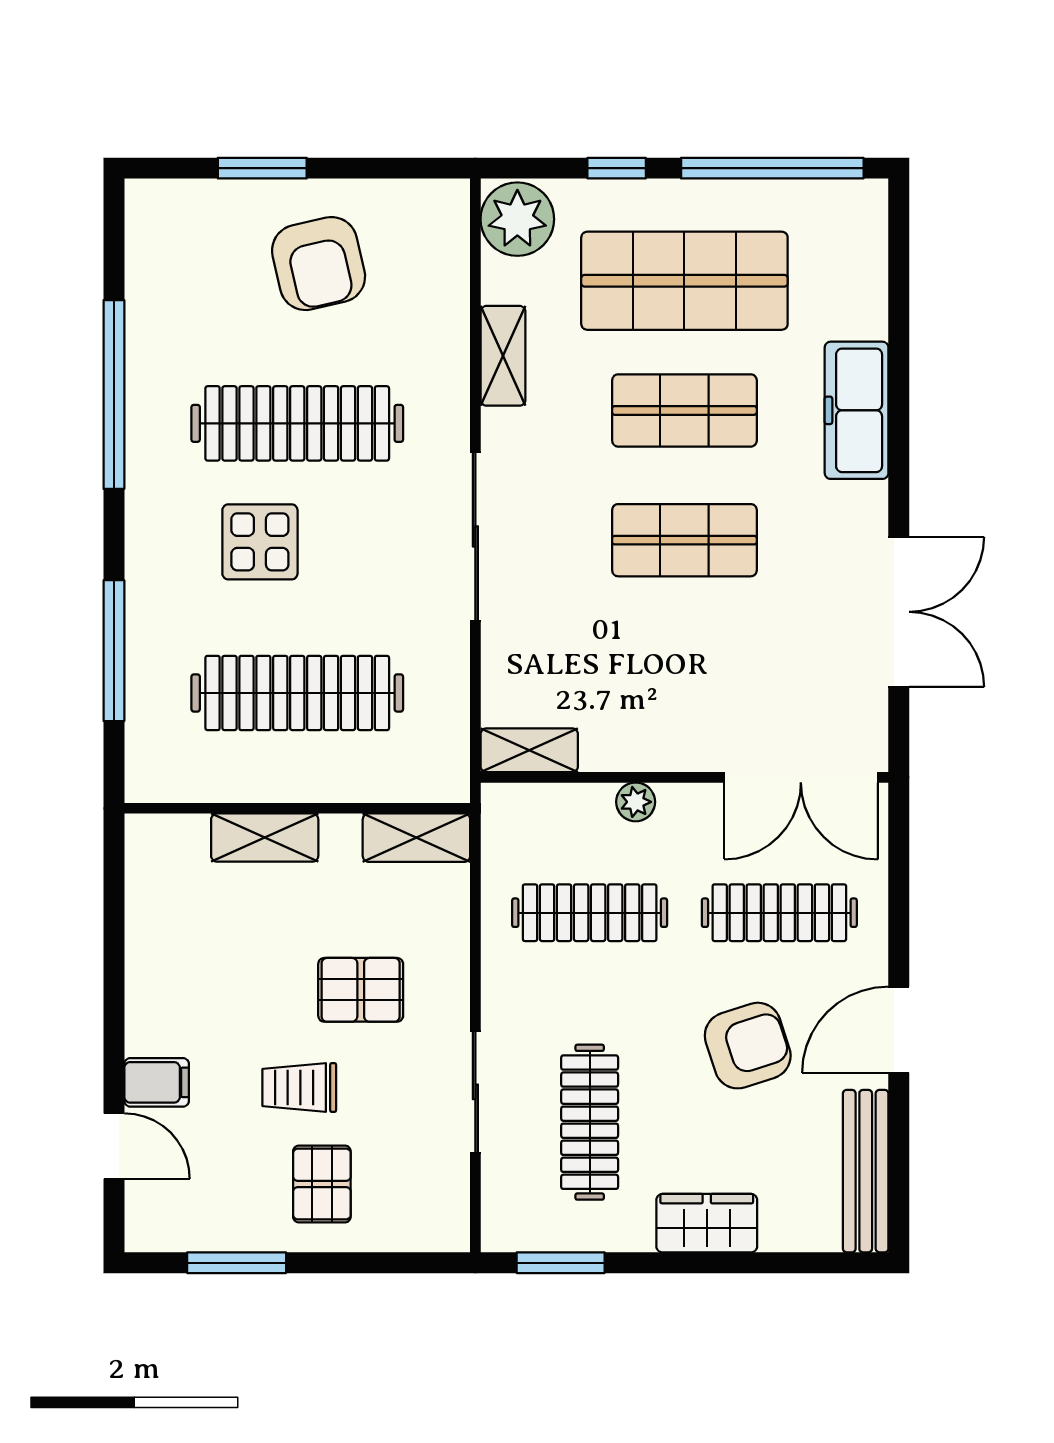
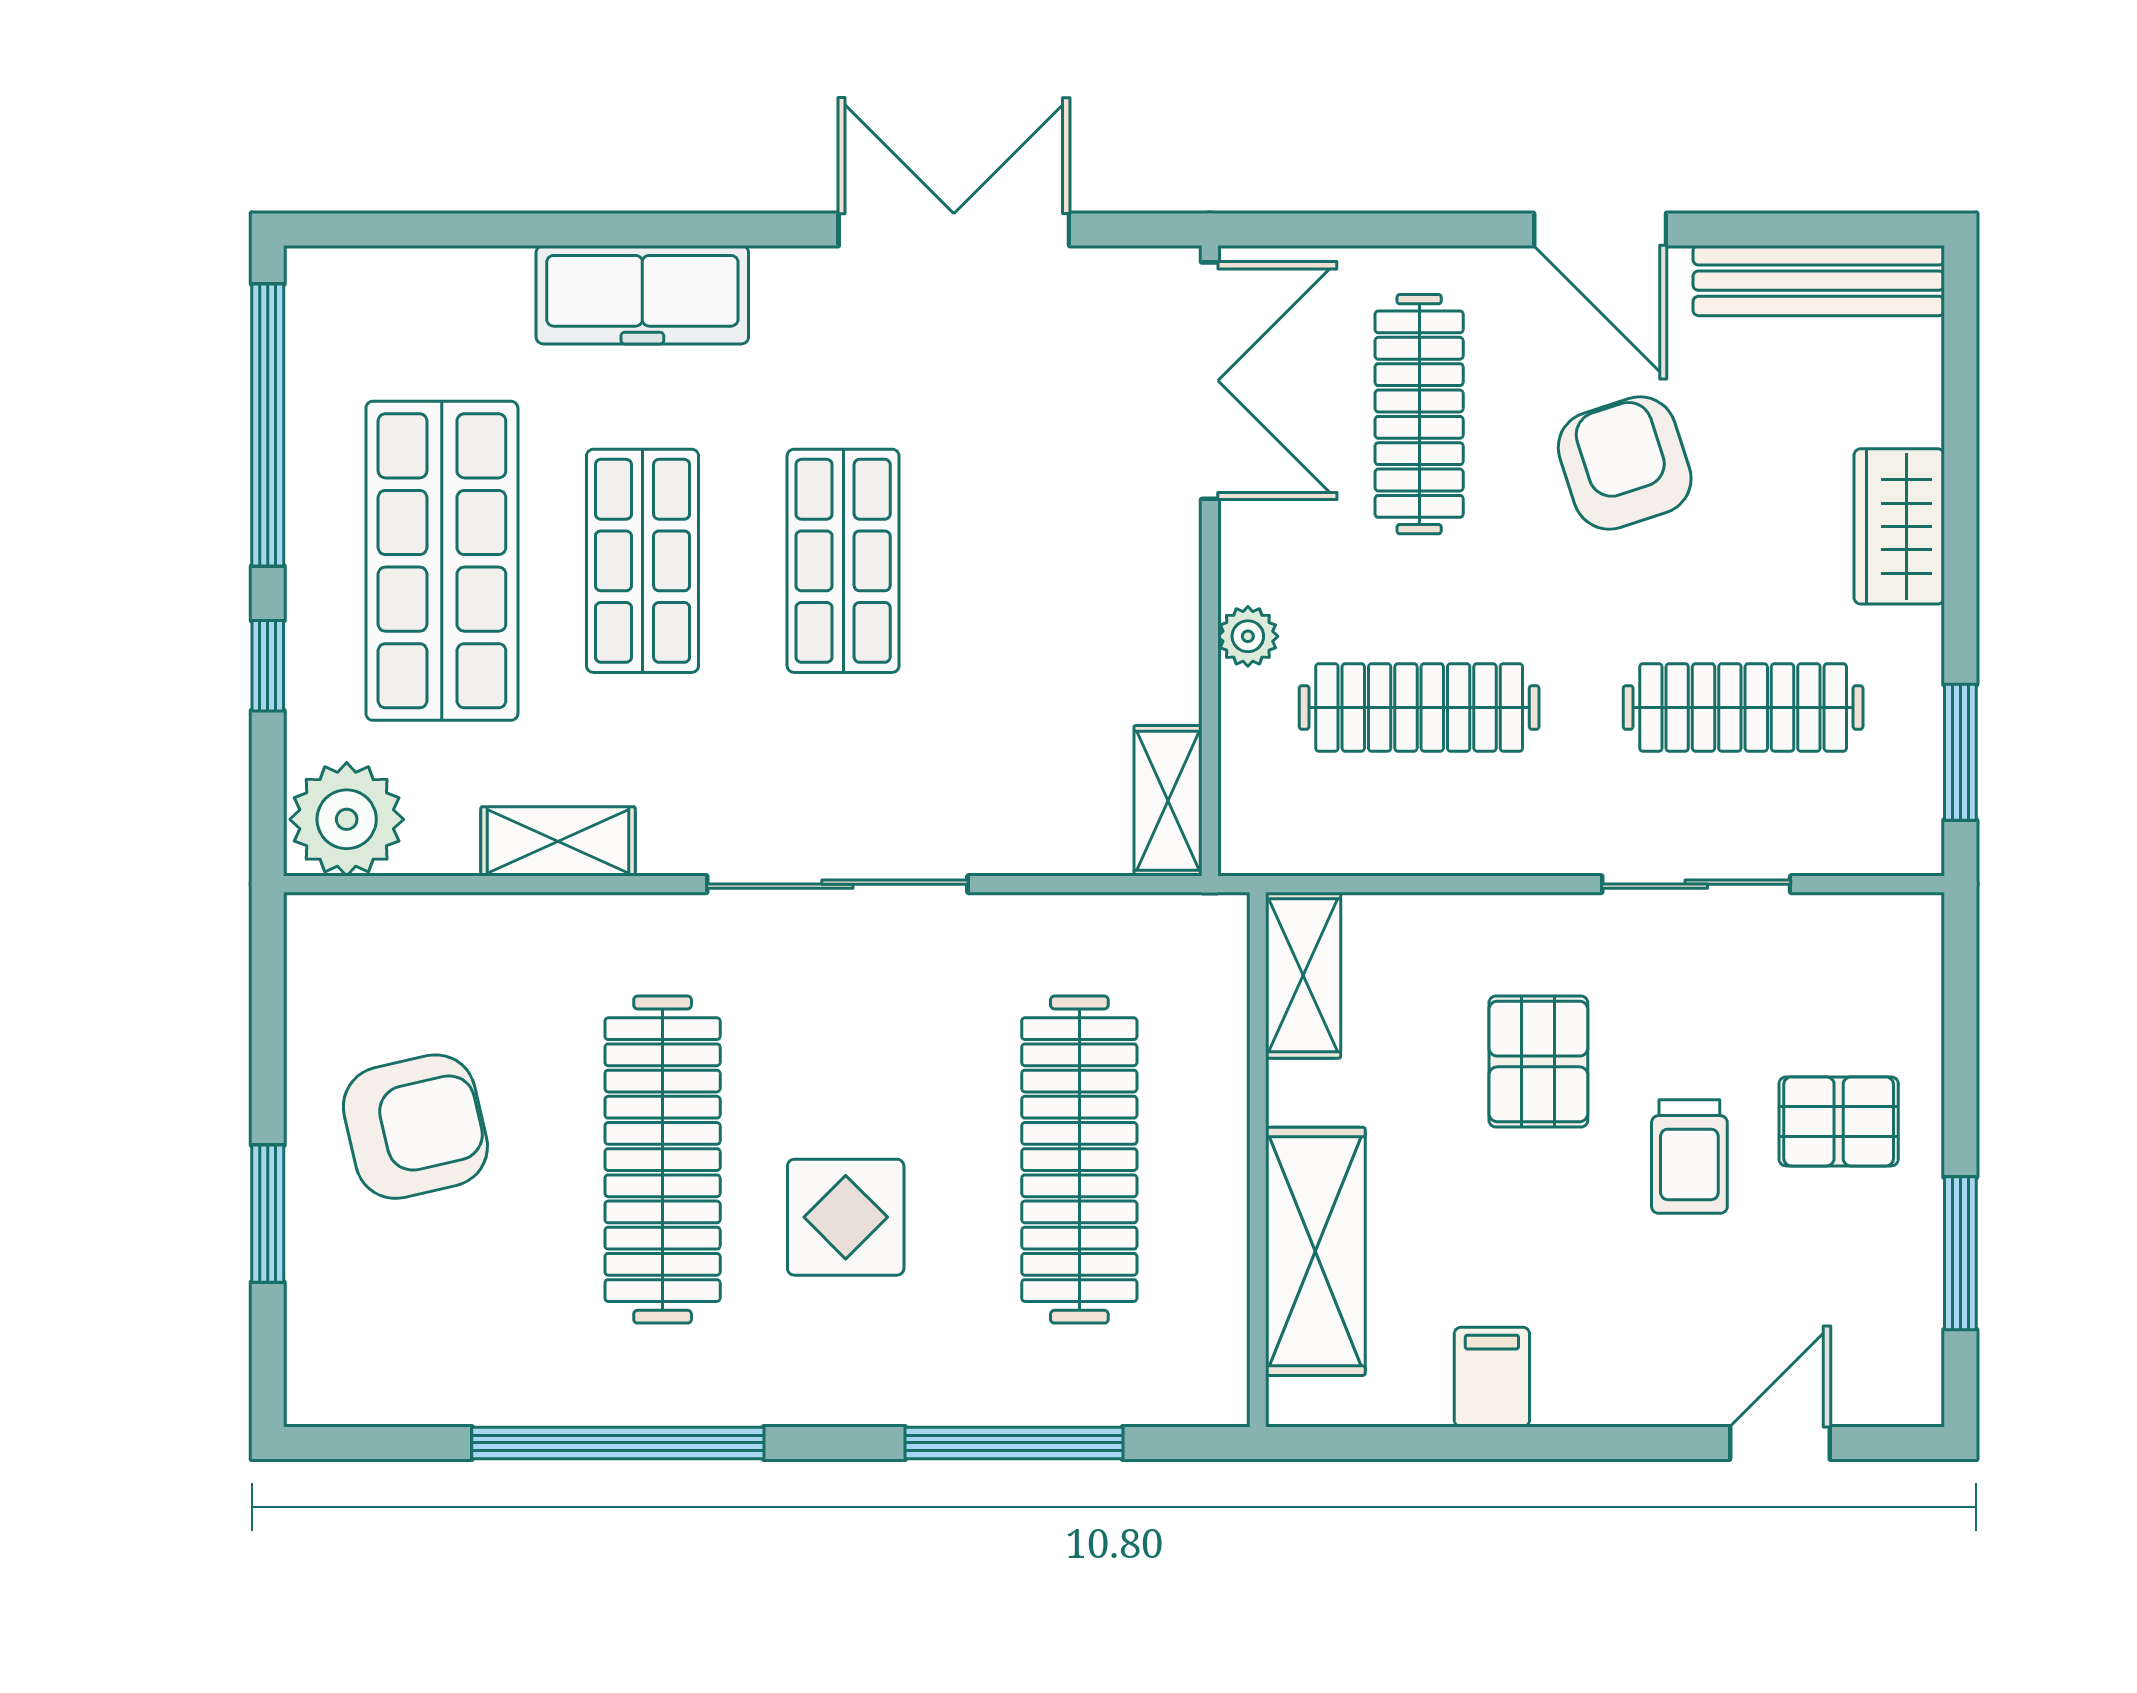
shelving: (265, 838) -> (1315, 1251), width x1.50, depth x1.33
clothes rail: (590, 913) -> (1419, 707), turned 90
filing cabinet: (157, 1082) -> (1492, 1377), moved

